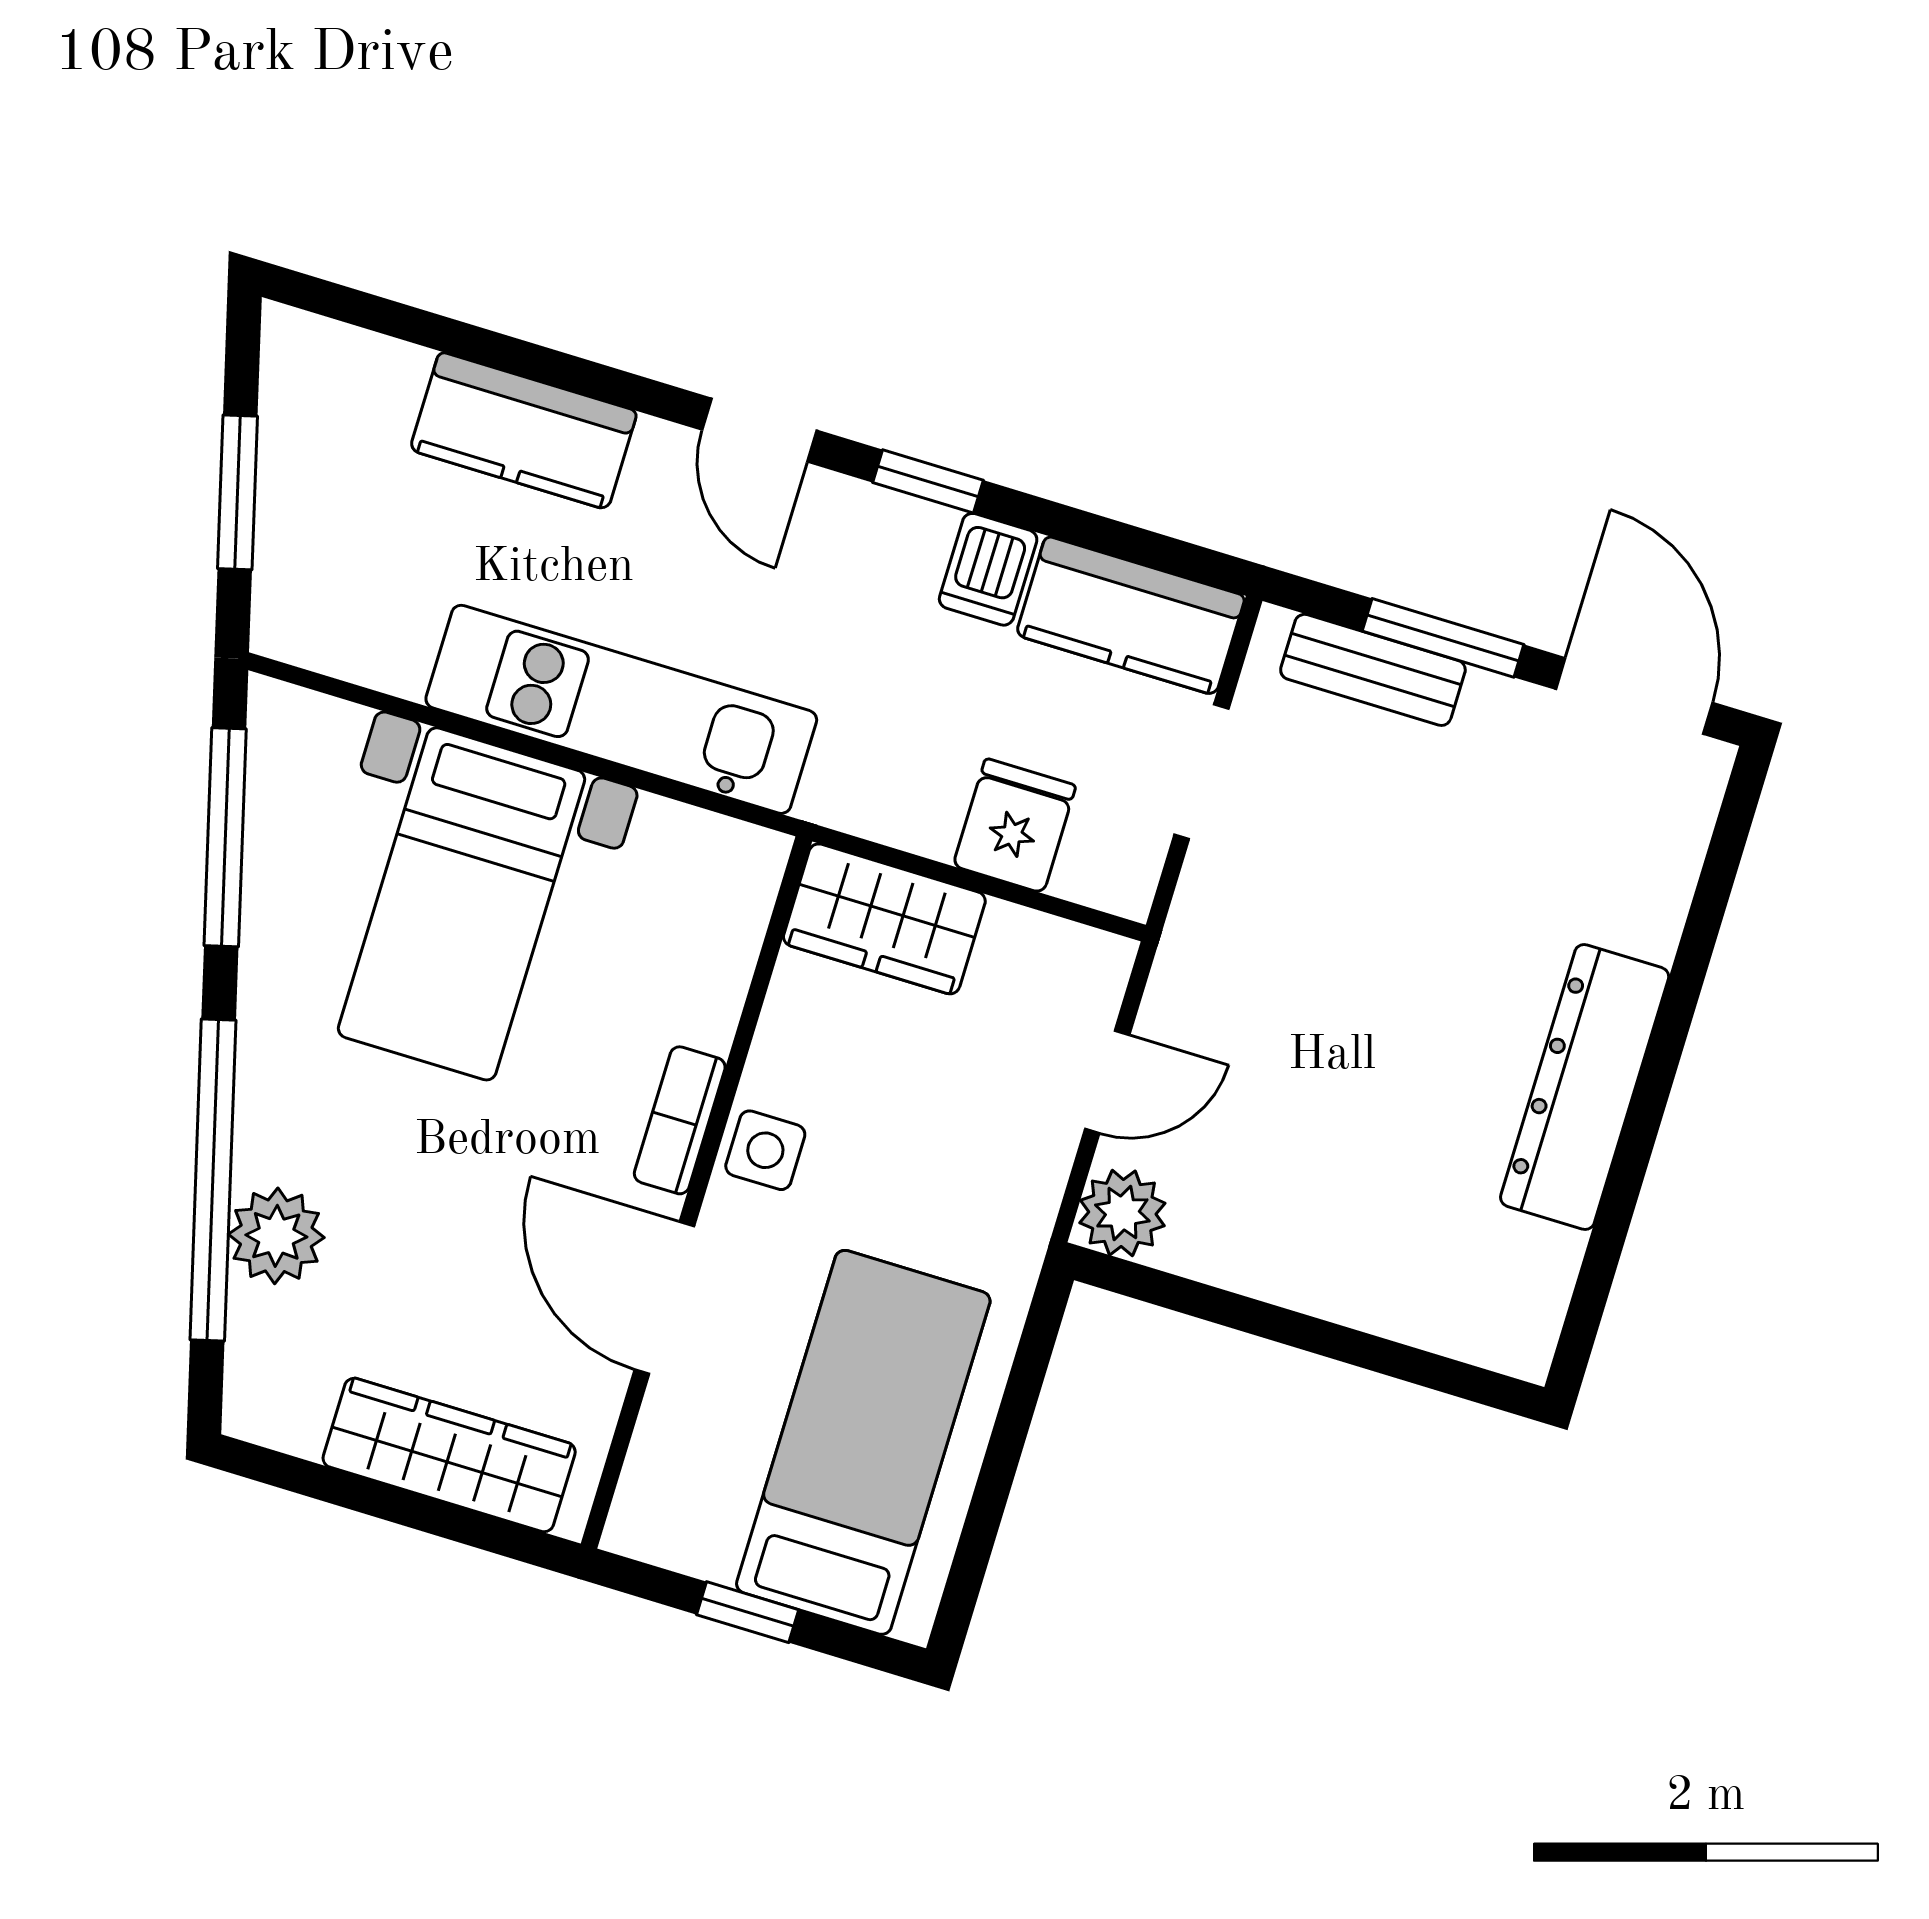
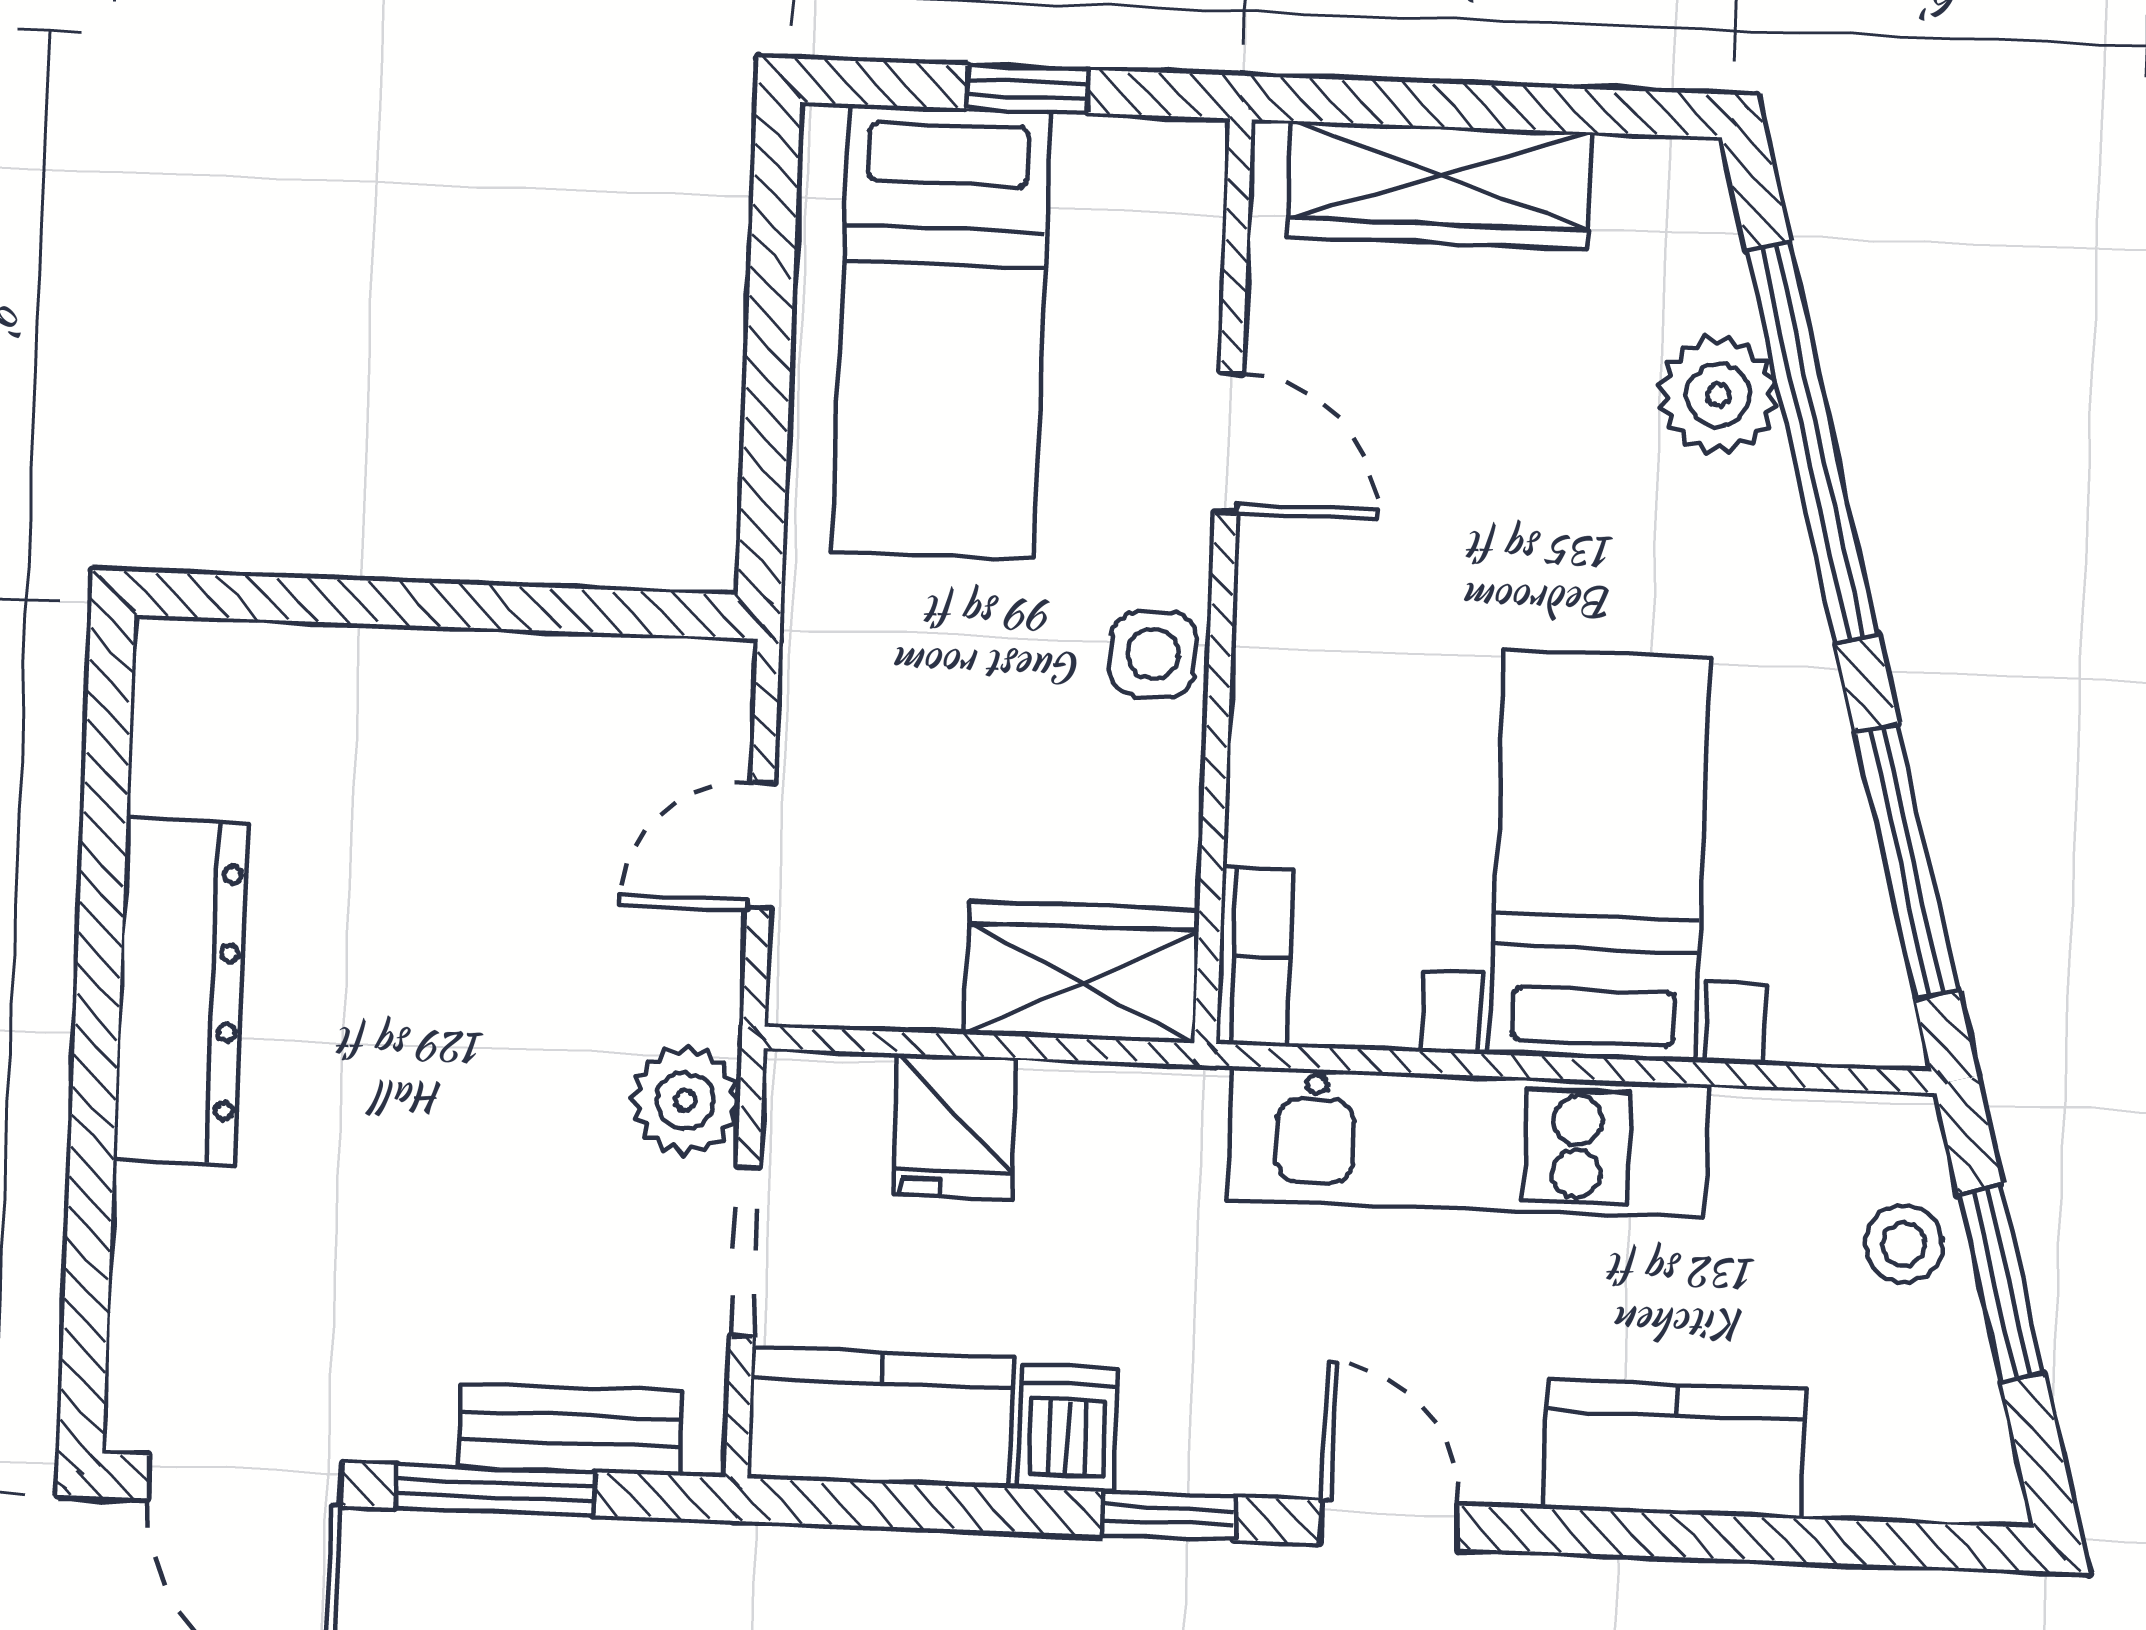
stool: (305, 542) -> (1904, 1244), added
bookcase: (680, 1120) -> (1255, 957), moved
plant: (1122, 1213) -> (685, 1101), moved
door: (664, 1298) -> (1228, 443), width x0.73

